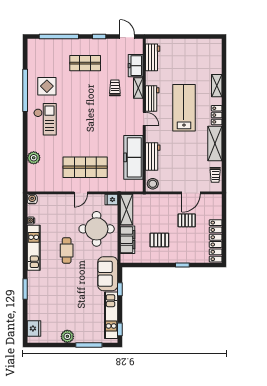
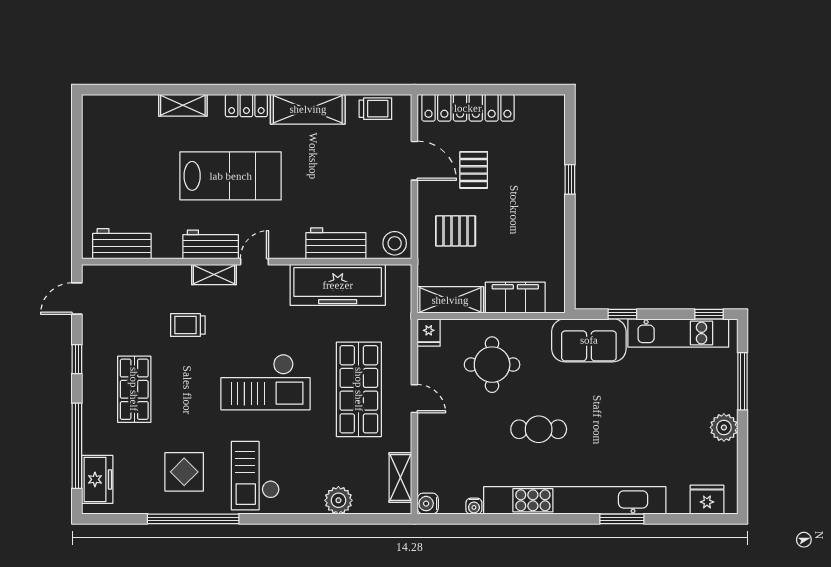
freezer: (136, 66) -> (97, 479), moved, turned -90
shelving: (138, 88) -> (214, 275), moved
lab bench: (184, 108) -> (231, 176), turned 180
checkout: (45, 119) -> (255, 476), turned -90
checkout: (88, 124) -> (266, 382), added
shelving: (44, 186) -> (400, 478), added
round table: (97, 229) -> (492, 365), width x0.73, depth x0.73
pallet: (159, 240) -> (456, 231), moved, turned 90
locker: (216, 241) -> (468, 108), moved
kitchen unit: (34, 248) -> (575, 500), width x1.86

